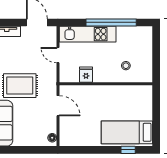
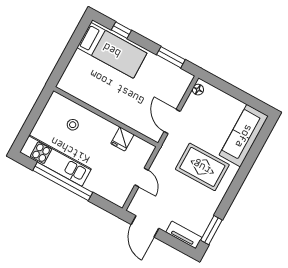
kitchen unit: (88, 34) -> (55, 161), moved
window: (83, 150) -> (171, 57), added

